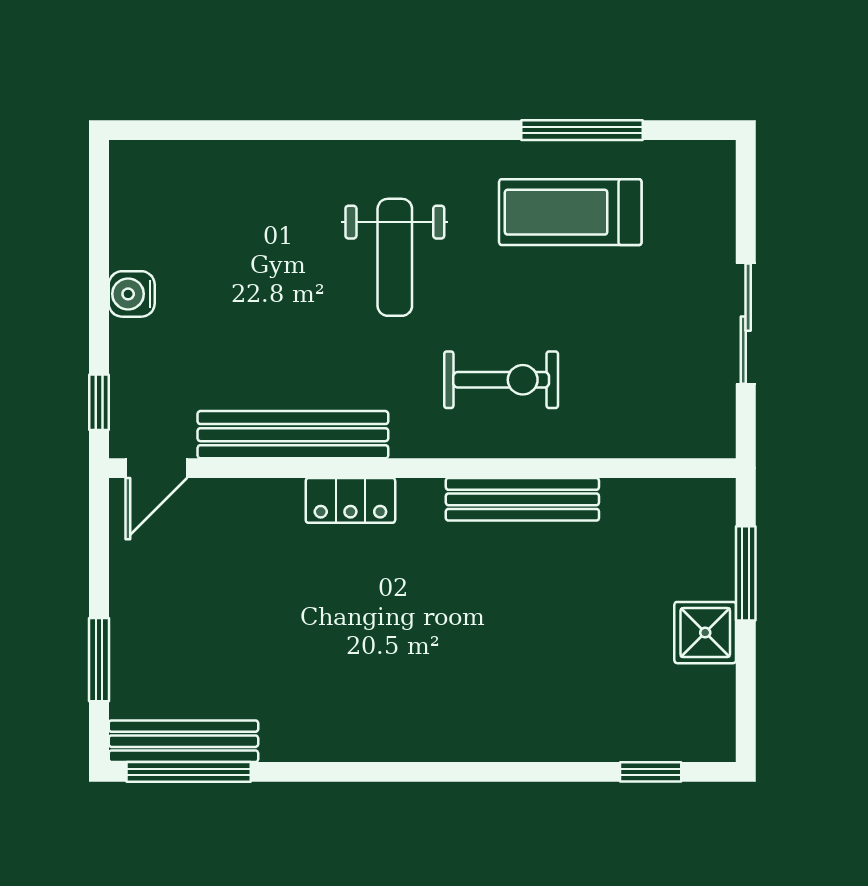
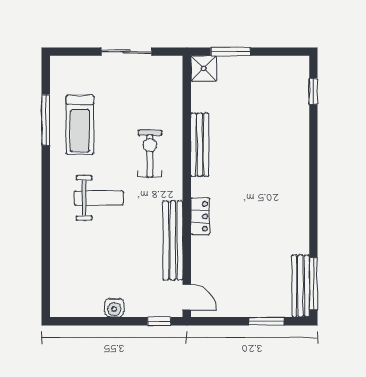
shower: (705, 633) -> (204, 69), moved

